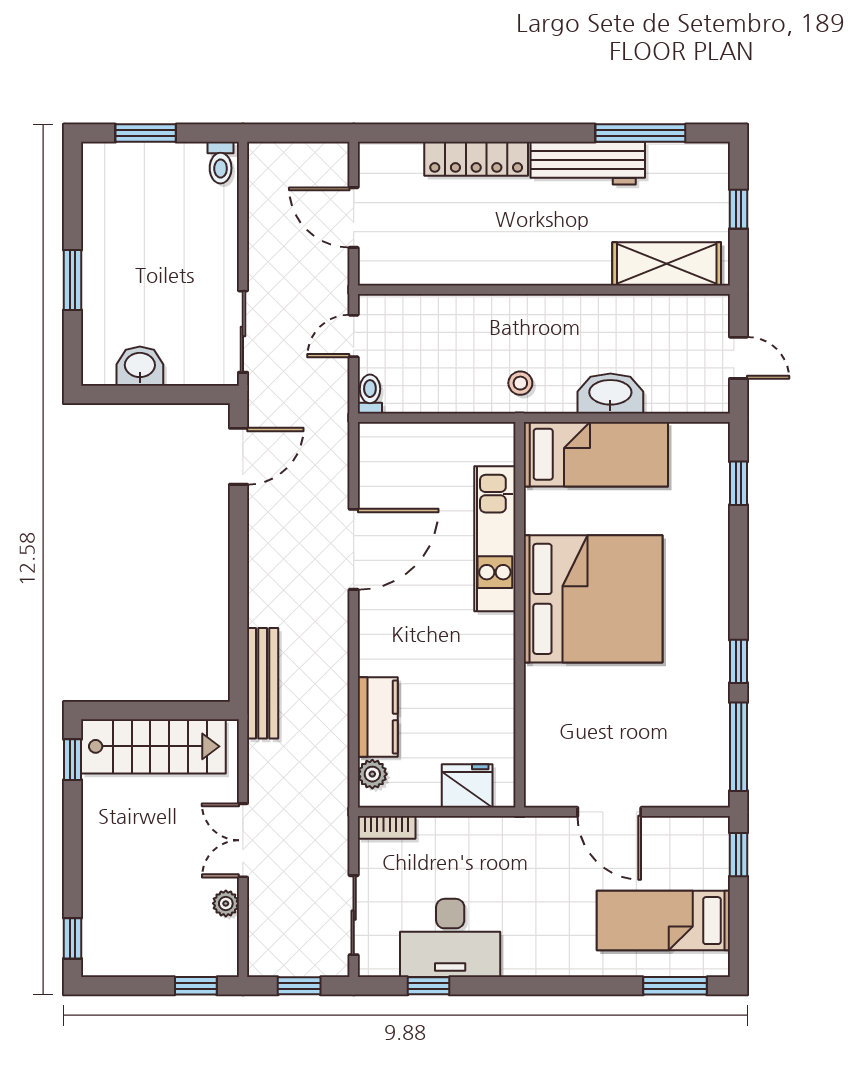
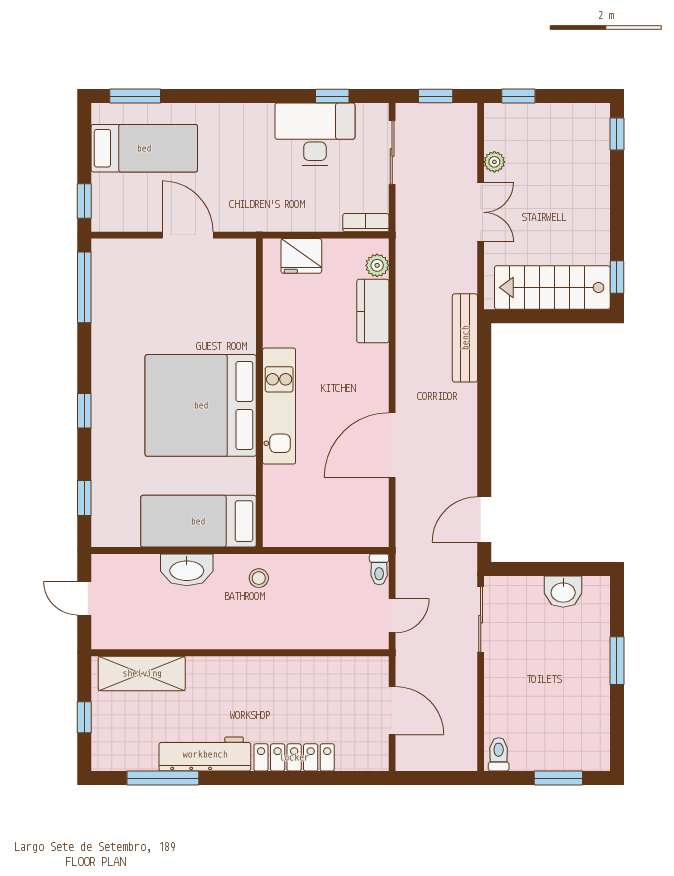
kitchen unit: (495, 539) -> (279, 406), moved
window: (738, 661) -> (84, 411), moved

